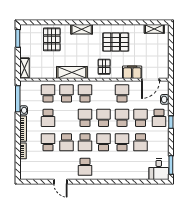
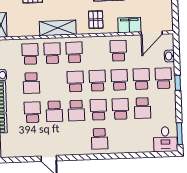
school desk: (159, 118) -> (163, 78), turned 180
school desk: (85, 167) -> (99, 139), moved

